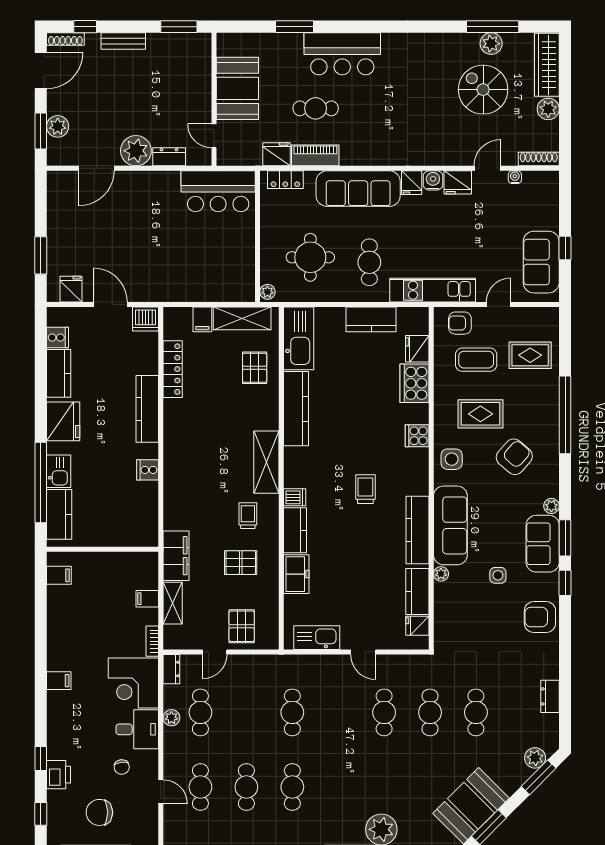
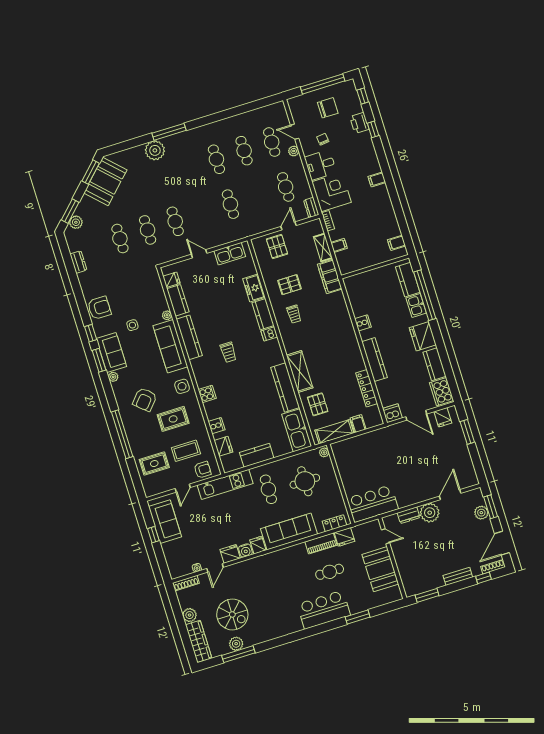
cooker: (58, 338) -> (441, 392), width x1.87, depth x1.31
cooker: (415, 383) -> (217, 426), width x0.53, depth x0.76
shelving: (266, 462) -> (300, 371), moved
plant: (171, 718) -> (294, 151), moved

